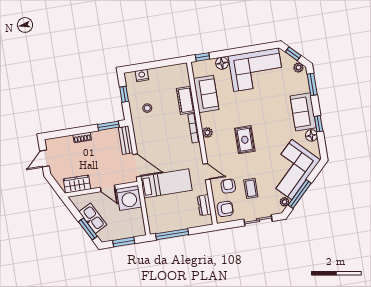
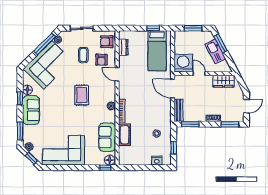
floor lamp: (222, 63) -> (110, 160), moved
window: (61, 134) -> (230, 124), added
bed: (166, 183) -> (157, 51), moved, turned -90
window: (172, 234) -> (153, 28), width x0.46

